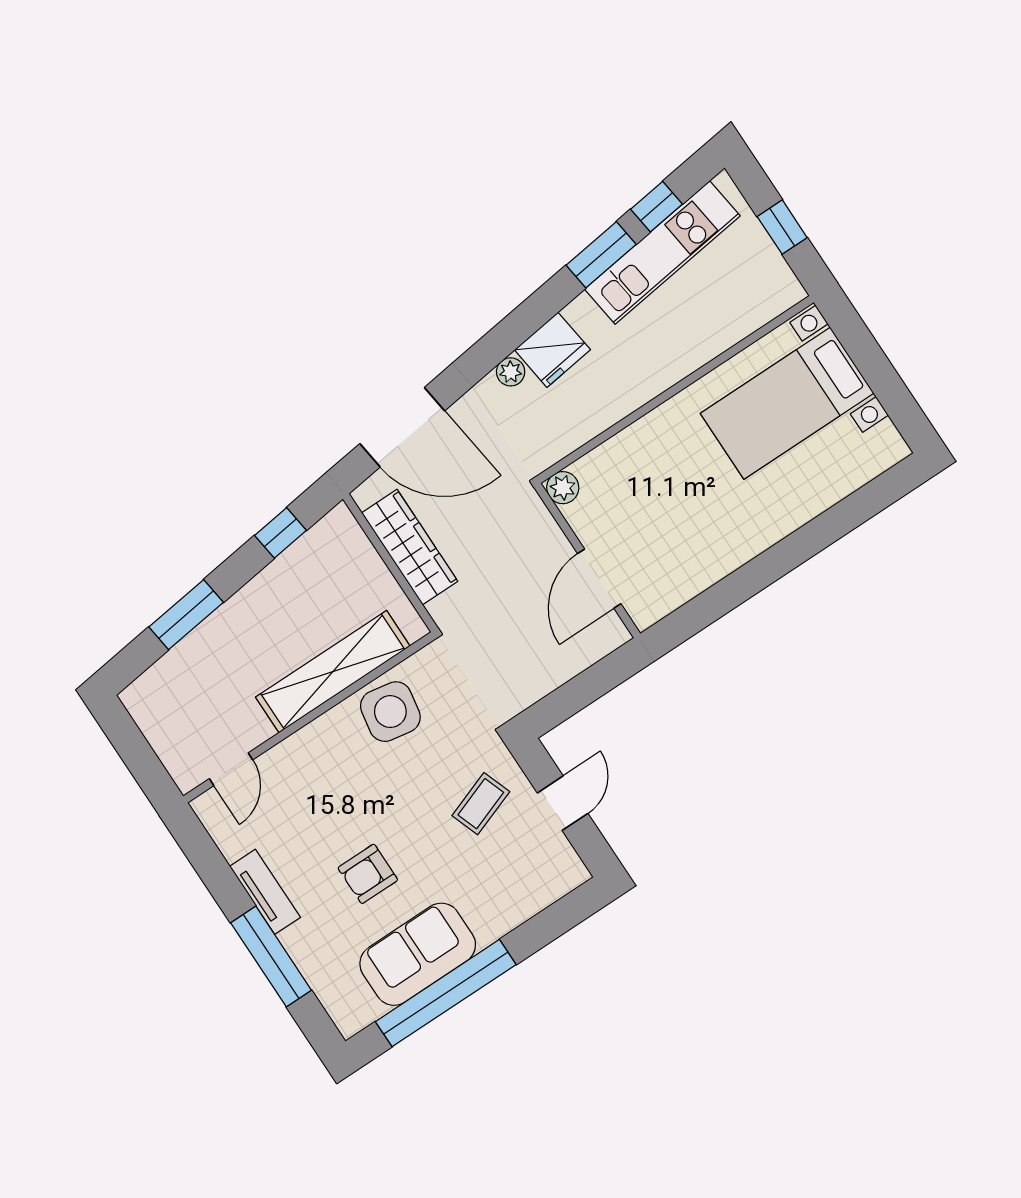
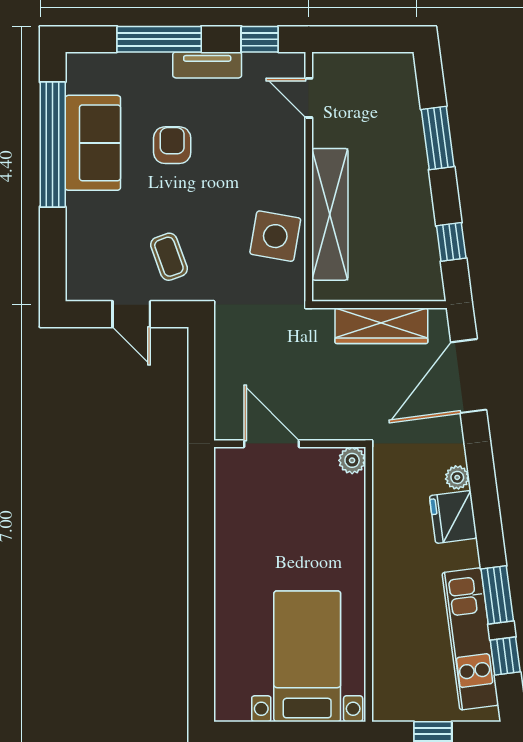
window: (205, 857) -> (260, 39), added

